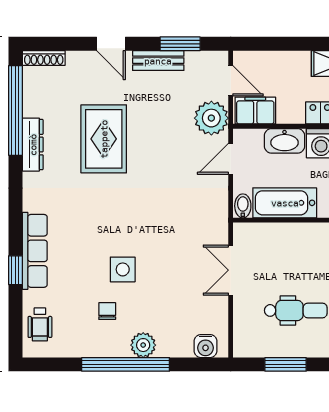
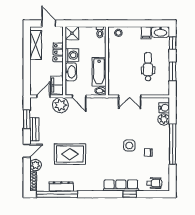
plant: (80, 63) -> (36, 165), added
dresser: (33, 145) -> (61, 186), moved
plant: (143, 345) -> (164, 119), moved

